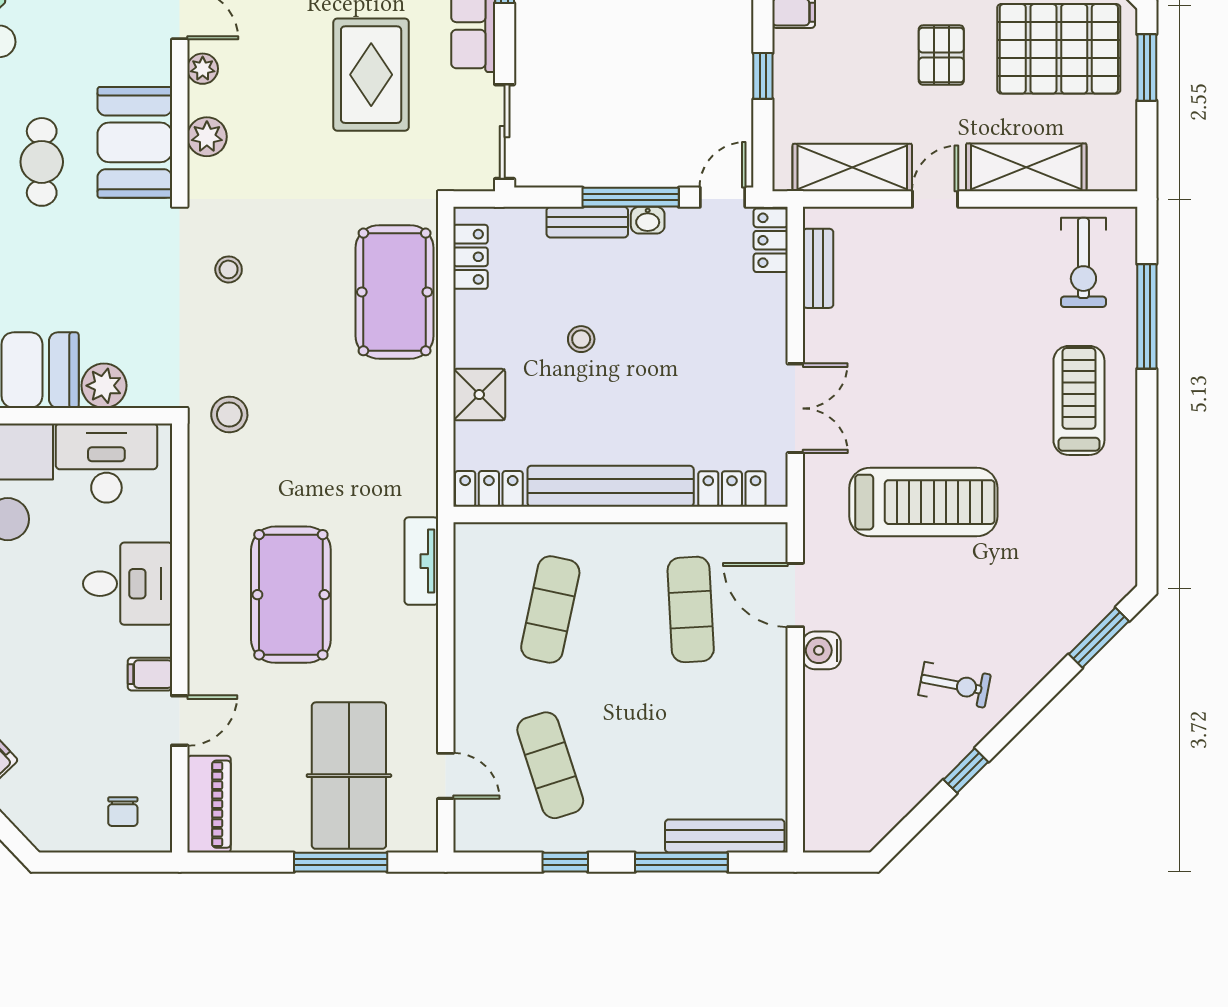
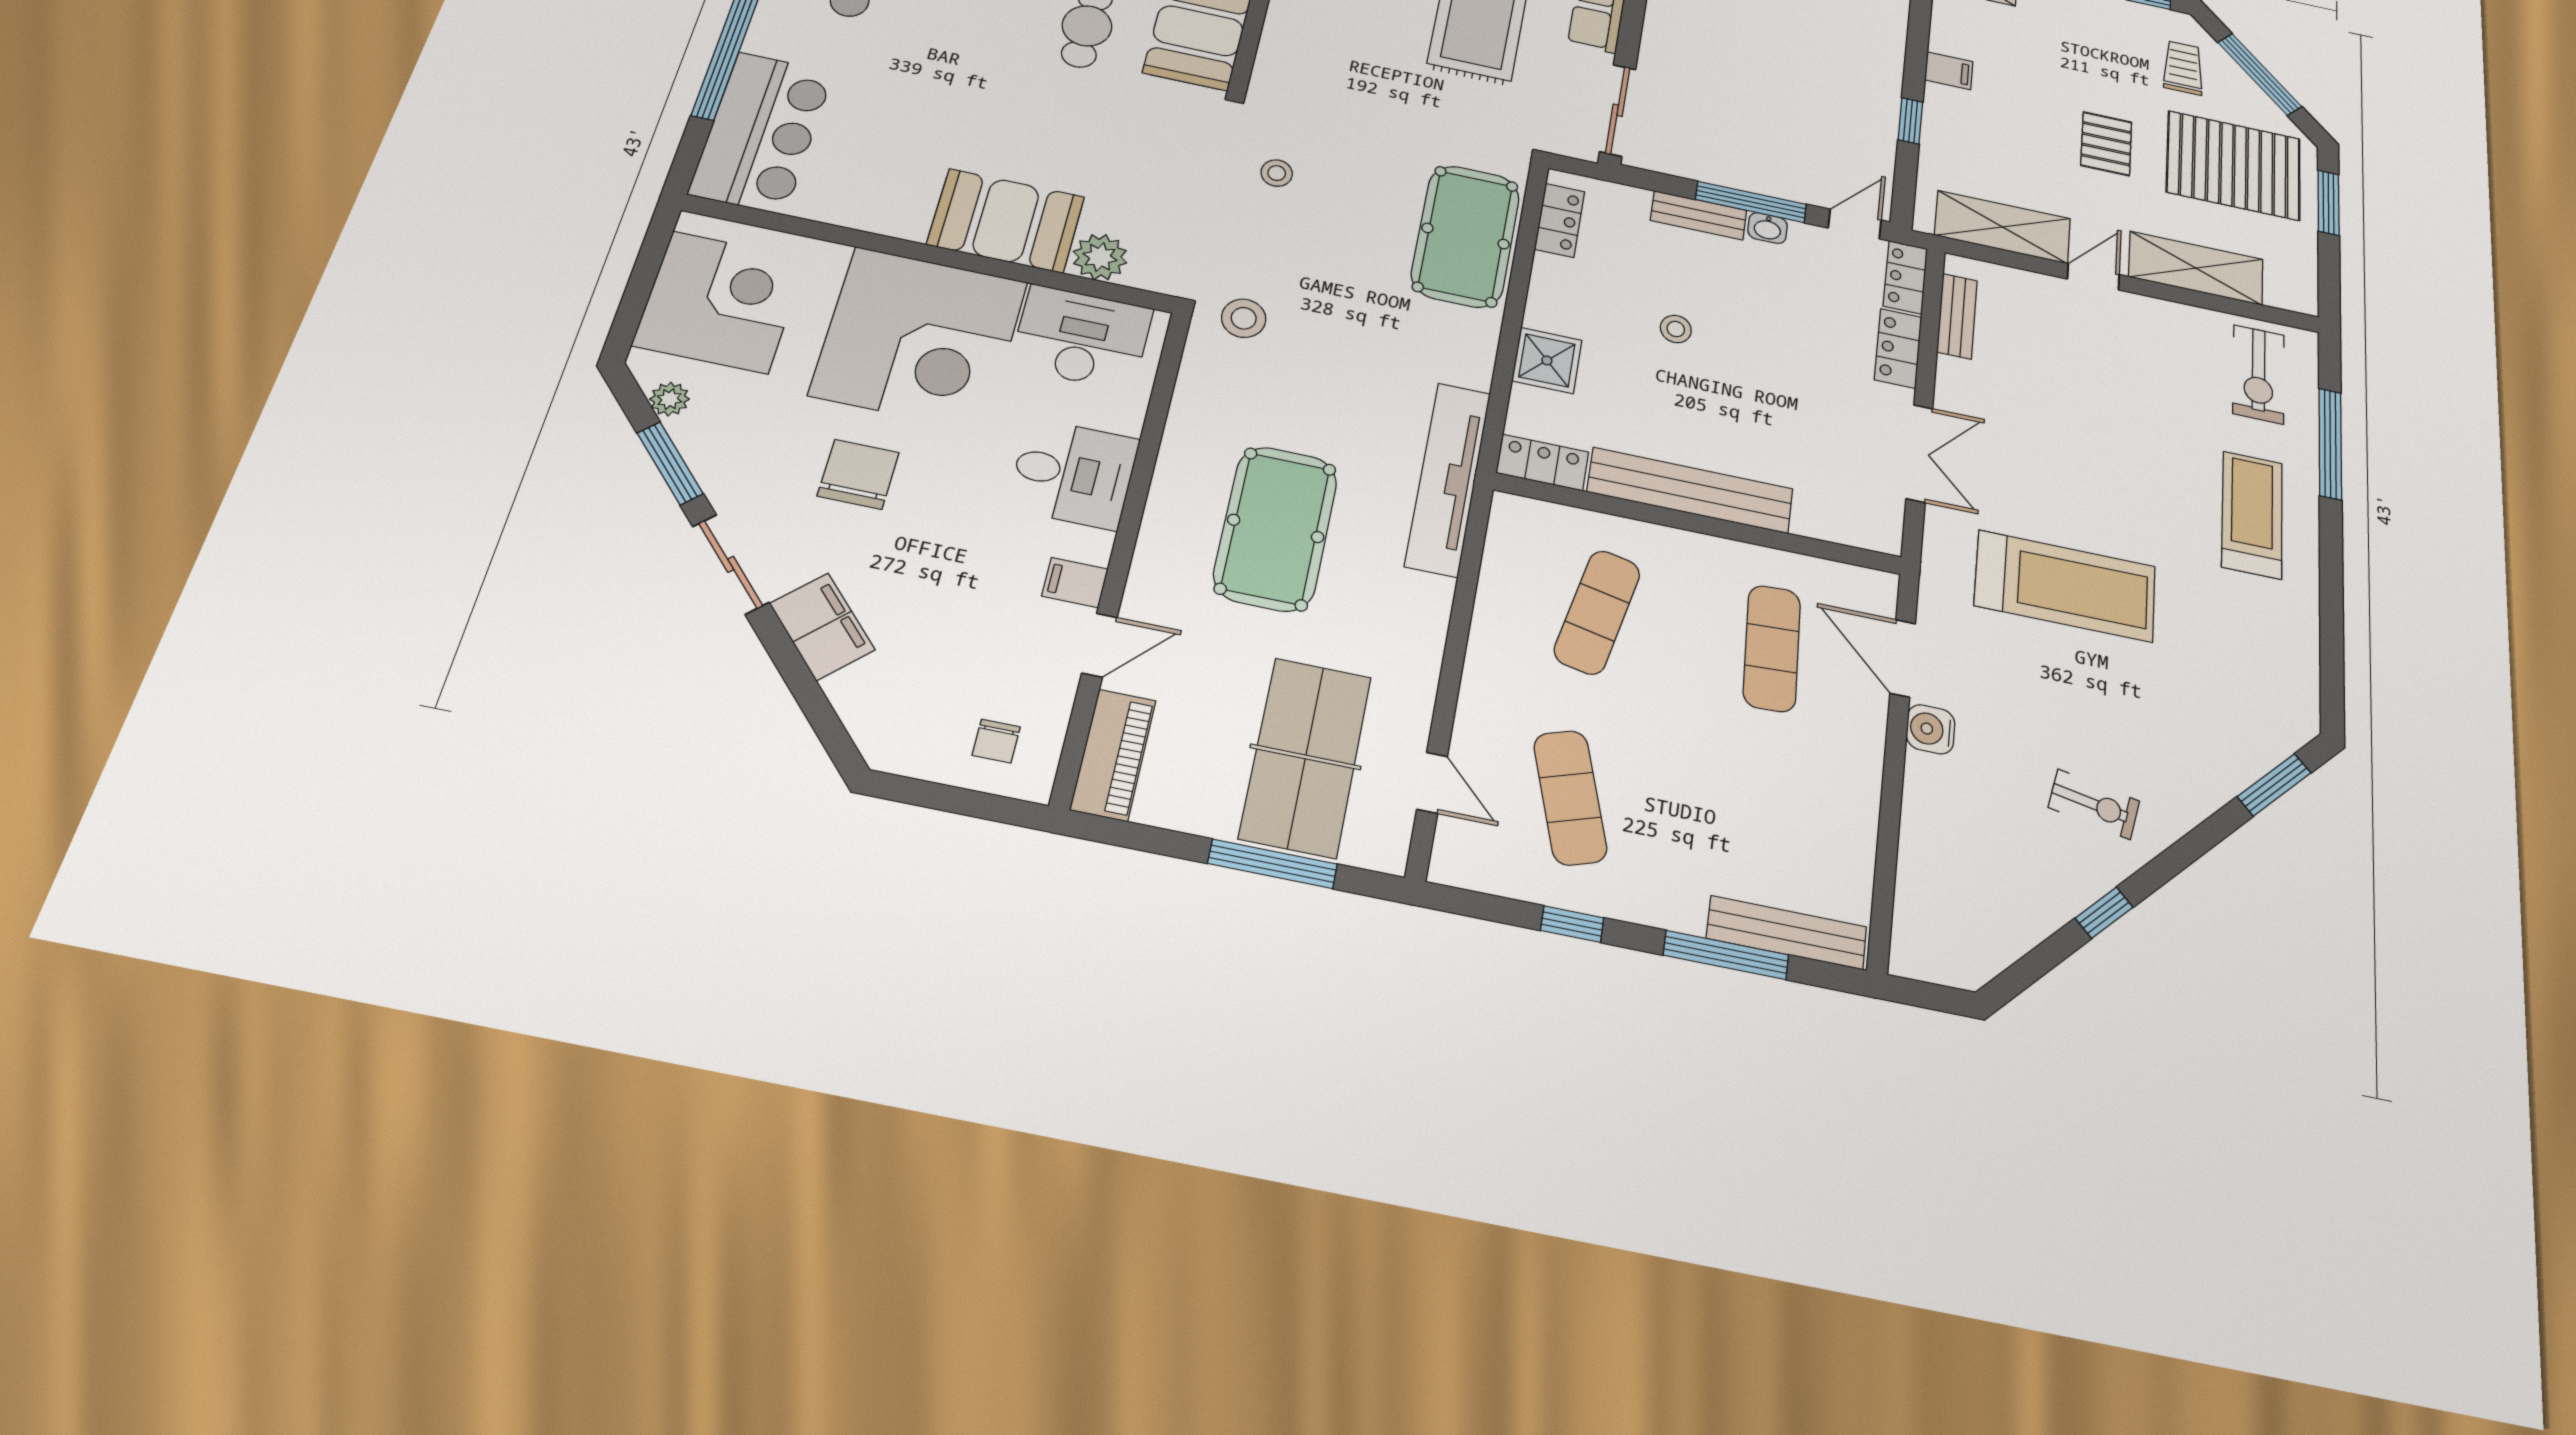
plant: (207, 137) -> (1281, 43), removed
locker: (732, 489) -> (1898, 348), moved, turned -90
tv unit: (421, 561) -> (1448, 479), width x1.92, depth x1.29

